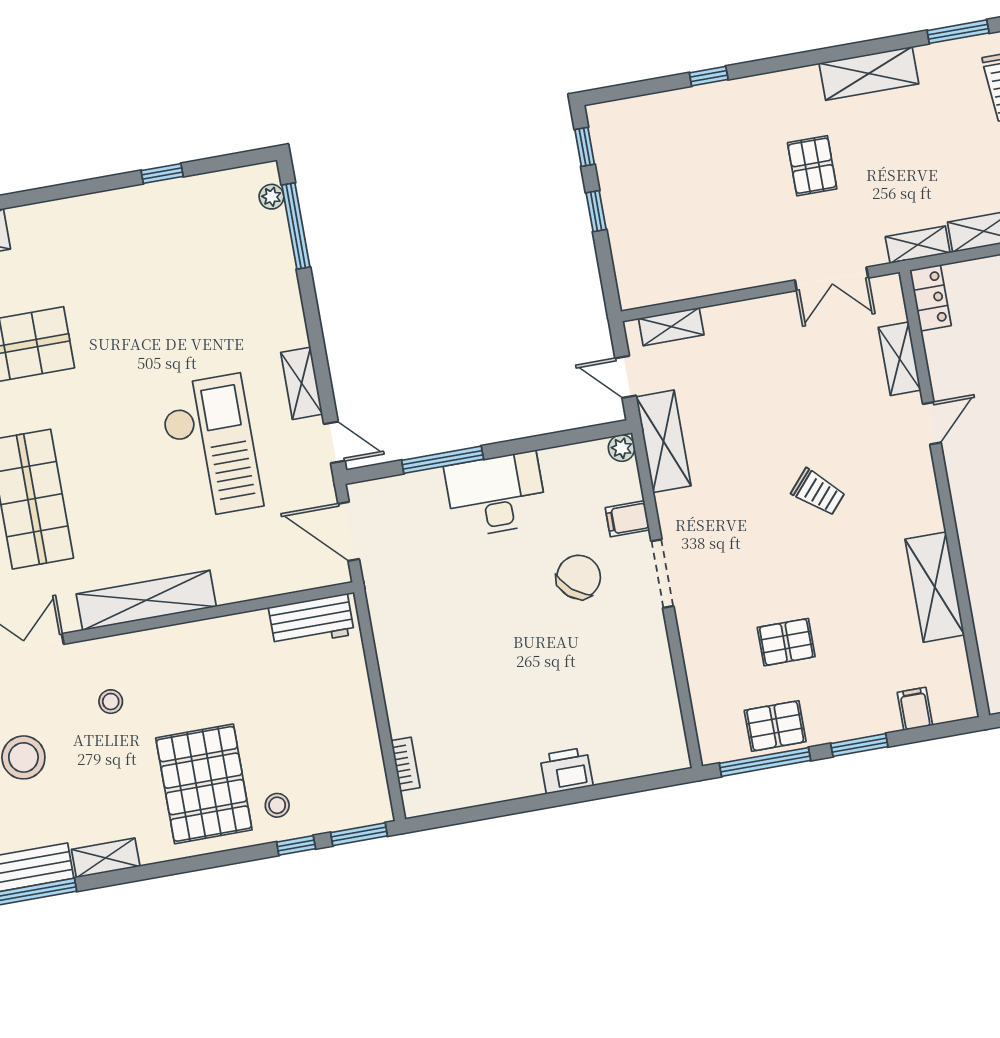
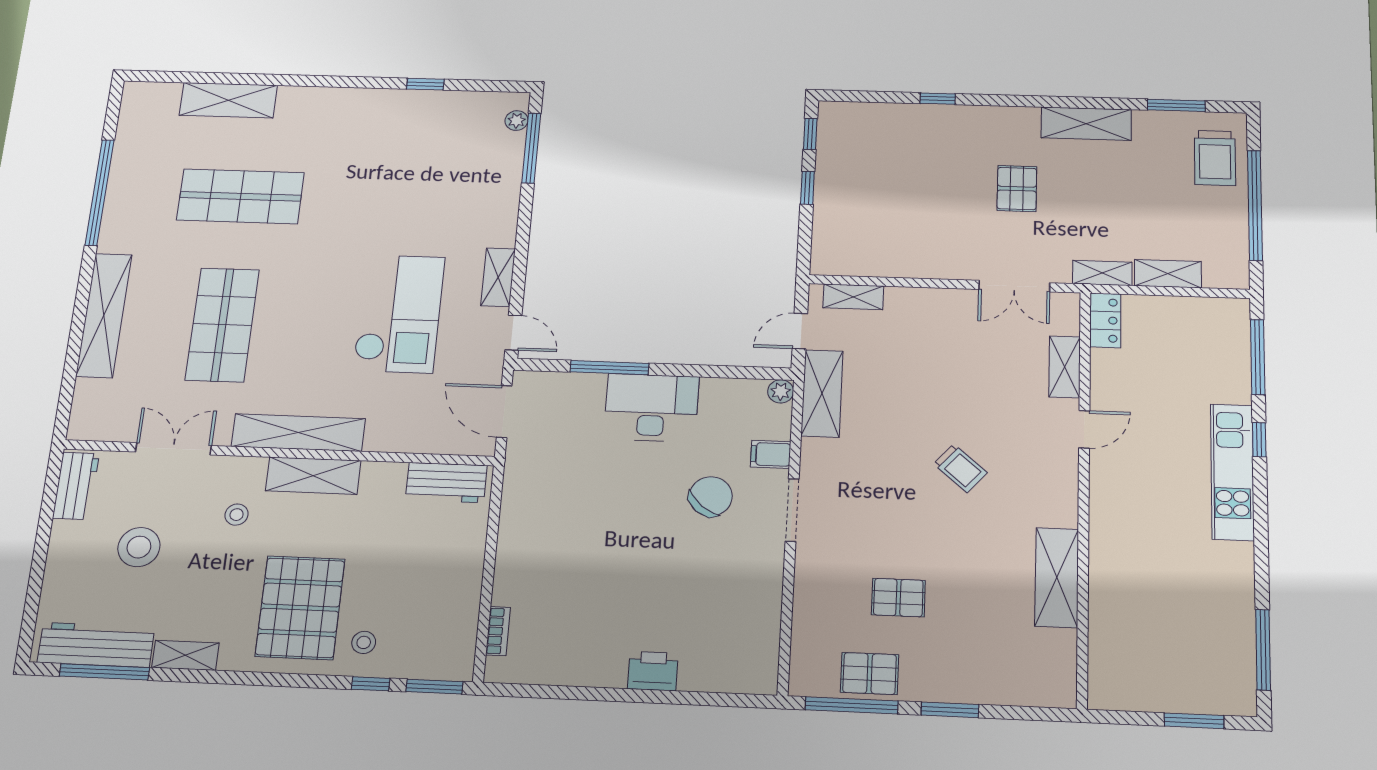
door: (626, 377) -> (800, 331), hinge flipped
shelving: (175, 643) -> (313, 476), added
filing cabinet: (915, 709) -> (1013, 687), removed

